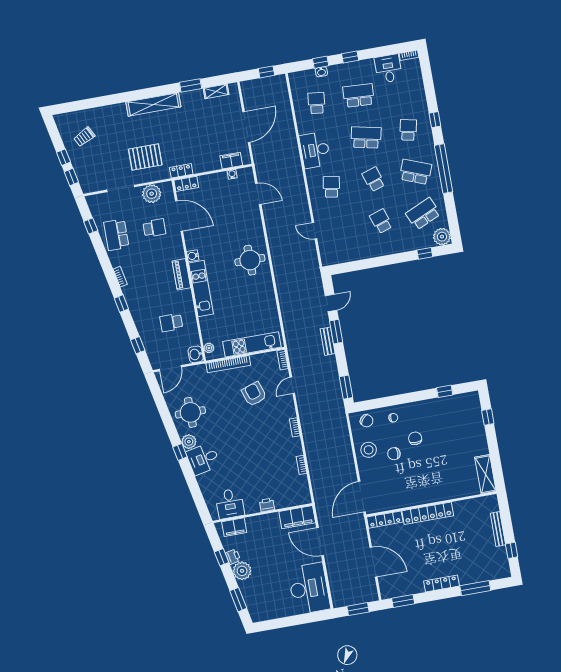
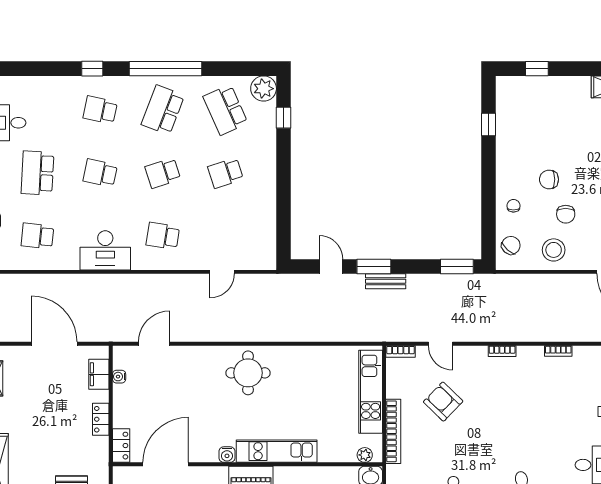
school desk: (366, 137) -> (100, 173), width x0.54
locker: (181, 171) -> (101, 419), moved
armchair: (254, 394) -> (443, 402), turned 63

